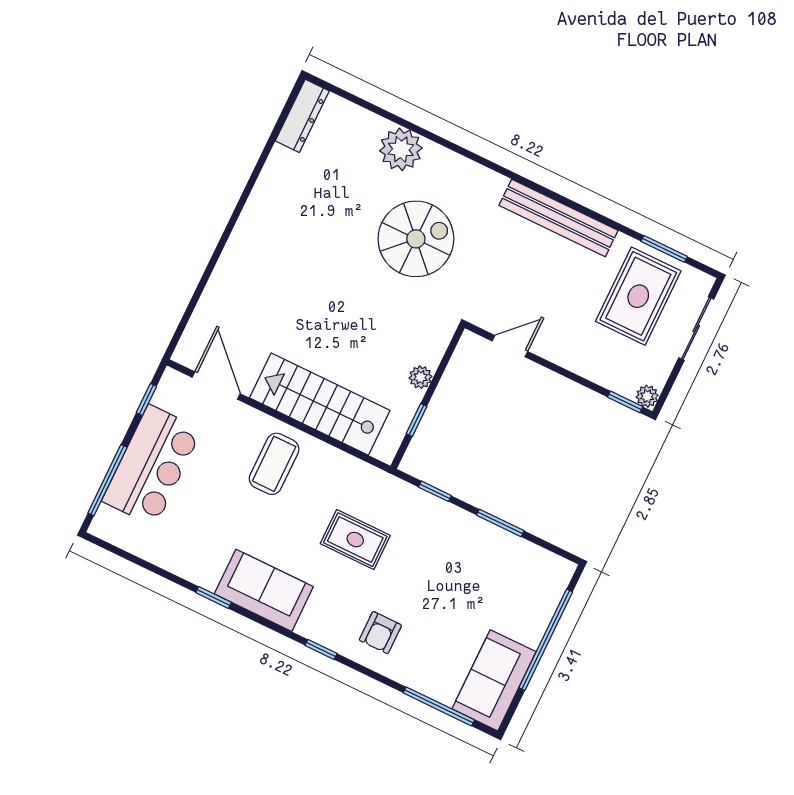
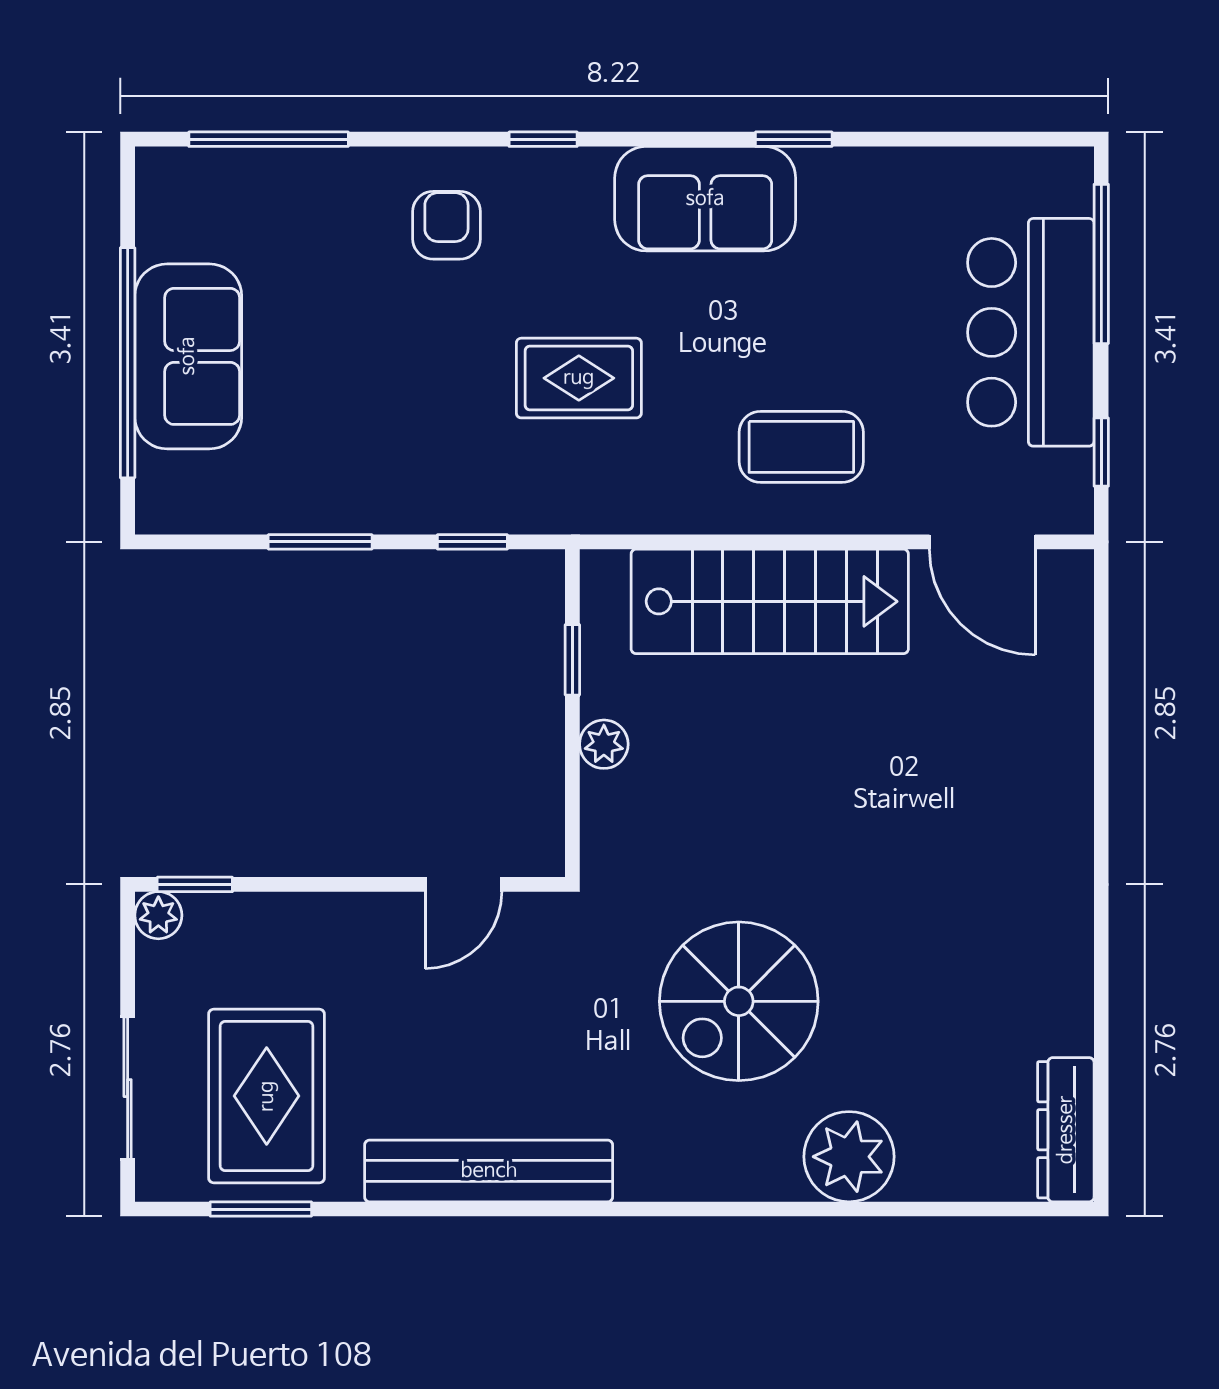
coffee table: (274, 464) -> (801, 447), turned 90
sofa: (494, 680) -> (188, 356), moved

